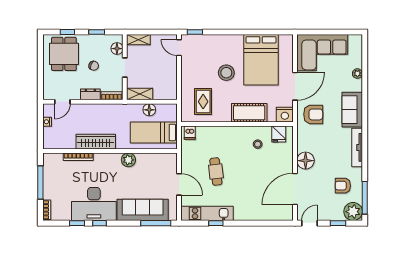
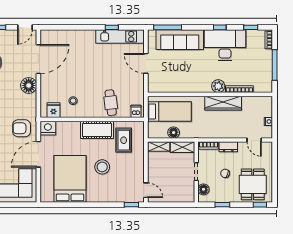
window: (67, 32) -> (260, 205), moved
shelving: (138, 40) -> (159, 147), moved
door: (62, 102) -> (254, 140), swing flipped
cot: (249, 113) -> (97, 130), moved
plant: (128, 160) -> (218, 86), moved
cafe table: (216, 172) -> (111, 103), moved
window: (77, 223) -> (251, 27), moved

